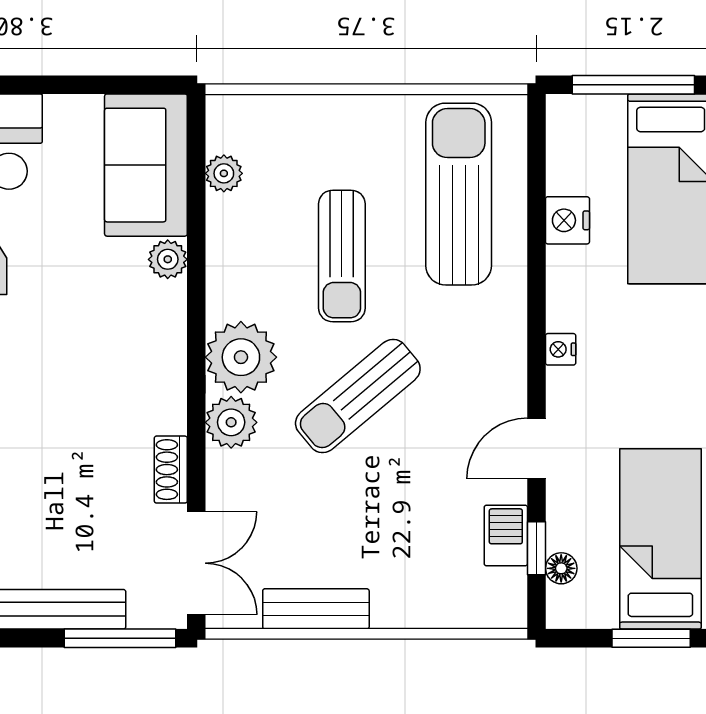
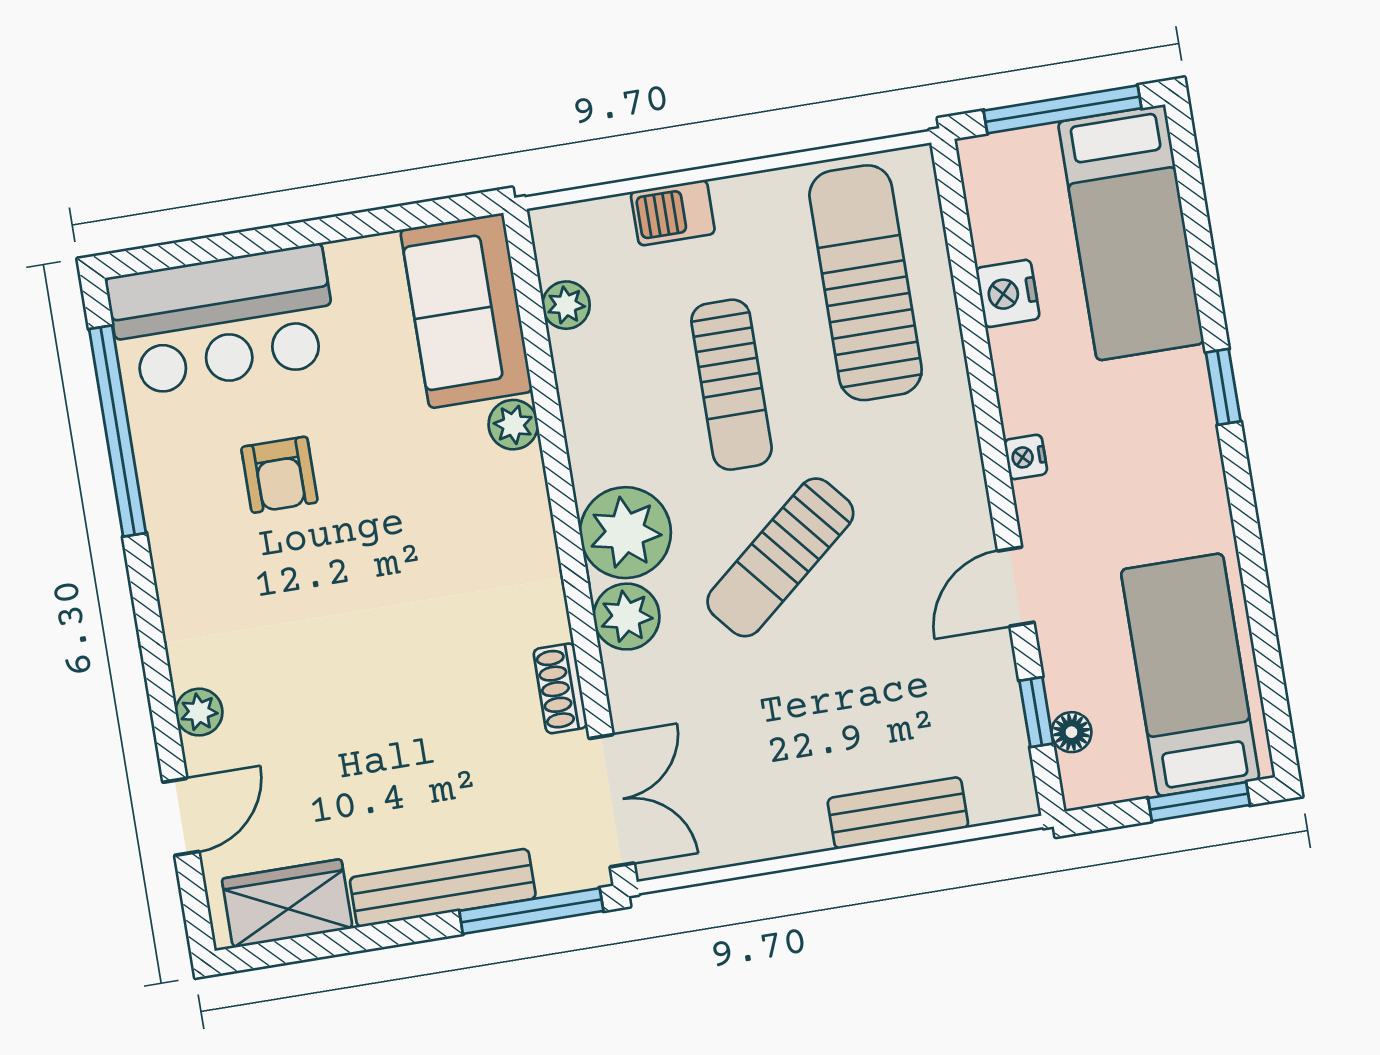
barbecue: (506, 535) -> (673, 213), moved, turned -90
bench: (316, 609) -> (898, 813), moved

